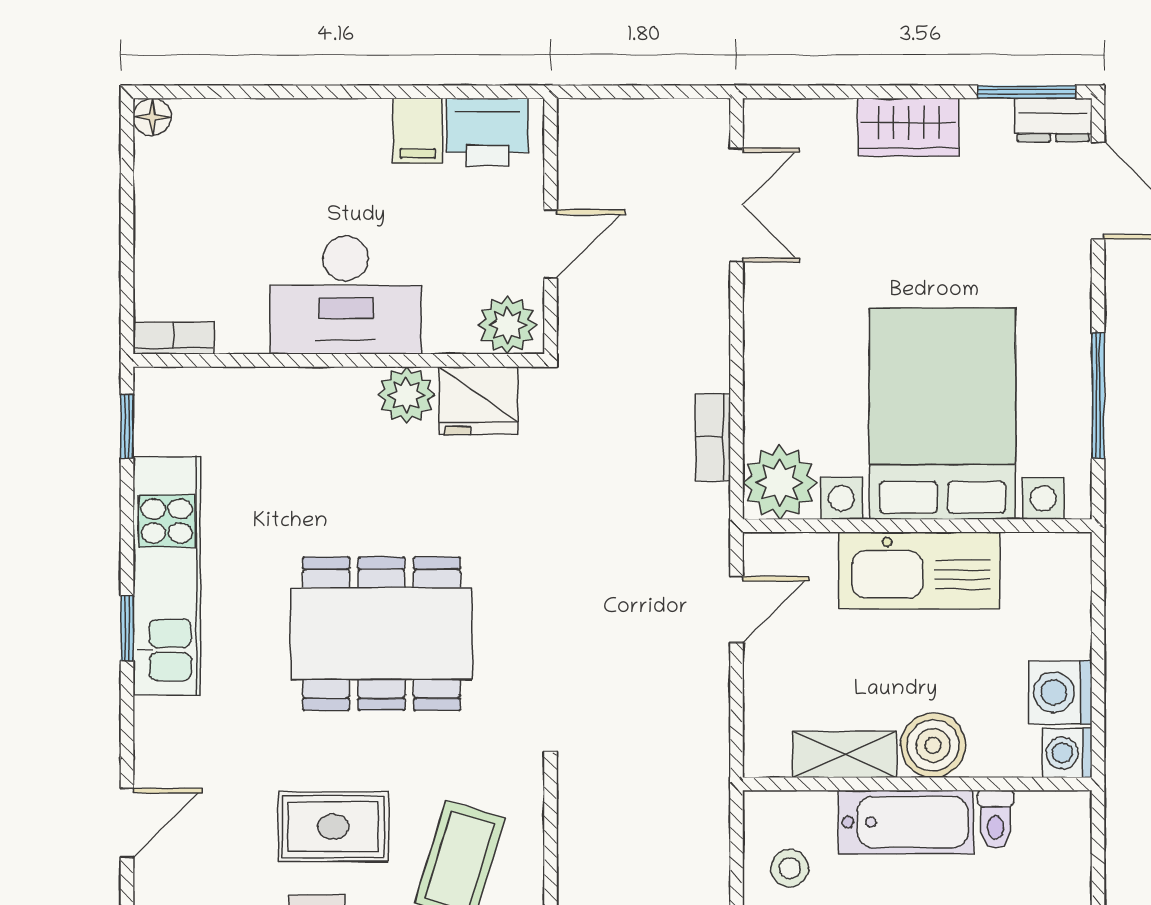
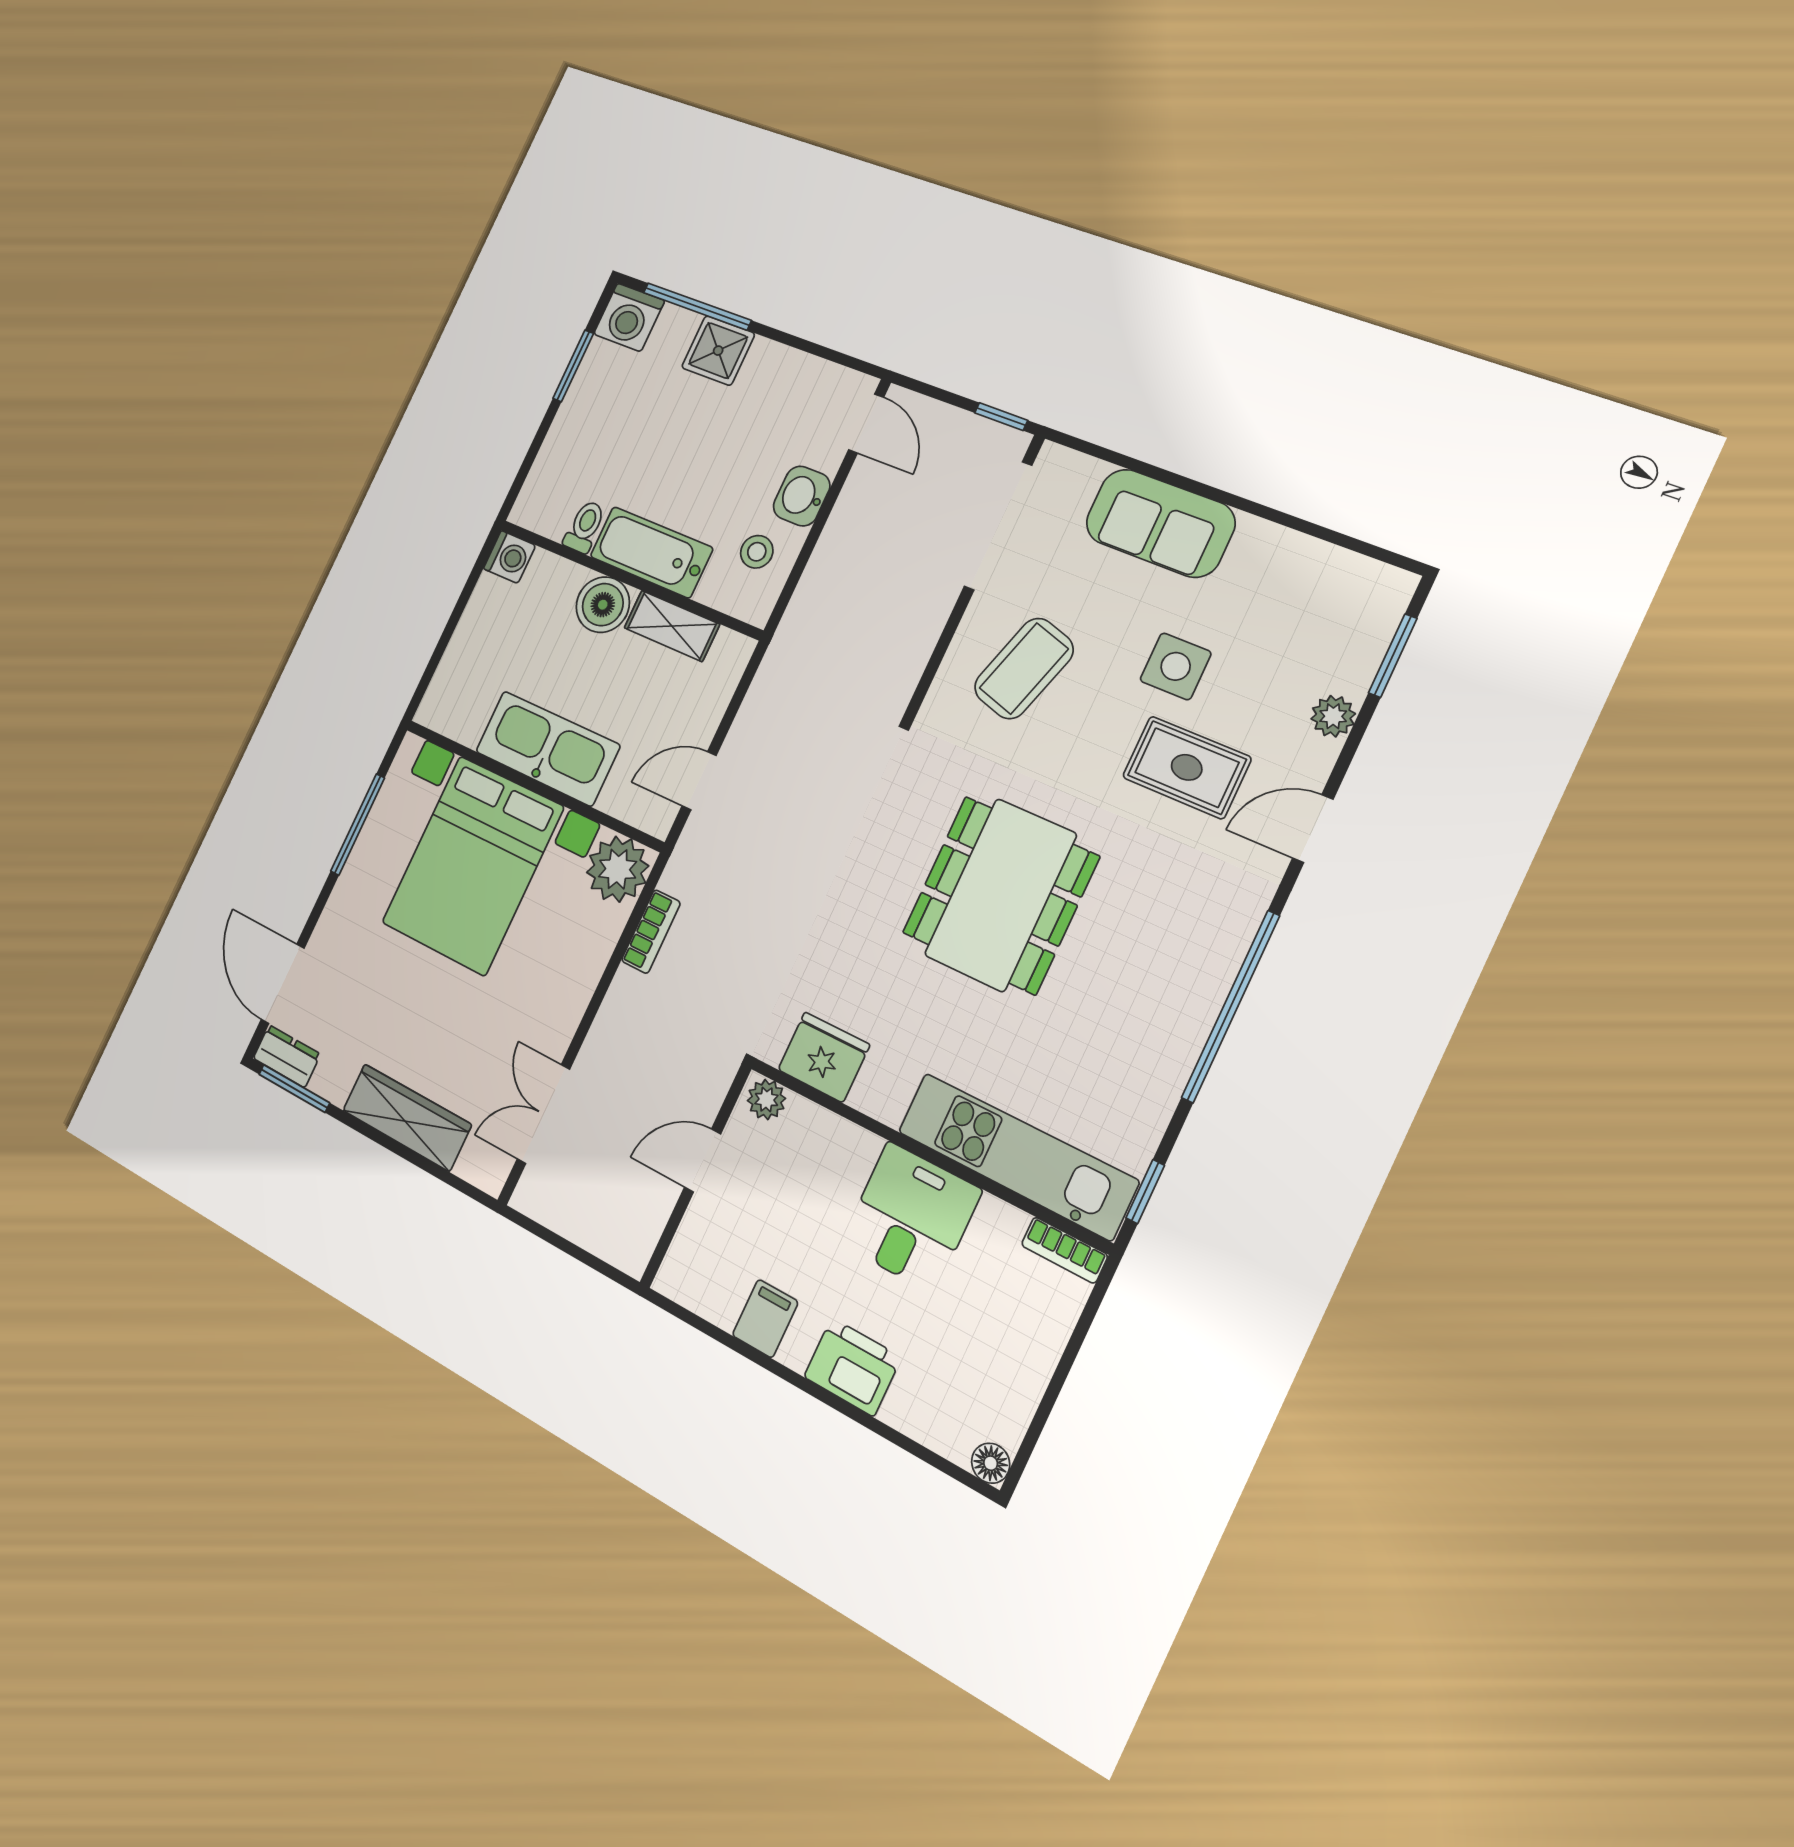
wardrobe: (908, 127) -> (407, 1117), width x1.50
printer: (487, 132) -> (853, 1367), moved
desk: (346, 295) -> (911, 1217), width x0.73
plant: (507, 325) -> (766, 1099), width x0.73, depth x0.73
plant: (406, 395) -> (882, 1093), removed
kitchen unit: (167, 576) -> (1017, 1156), moved, turned 90
window: (127, 628) -> (1231, 1007), width x3.17
dining table: (381, 634) -> (1000, 895), turned 90
washing machine: (1060, 692) -> (492, 606), removed
rug: (333, 827) -> (1187, 767), moved

